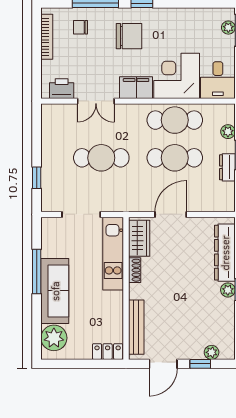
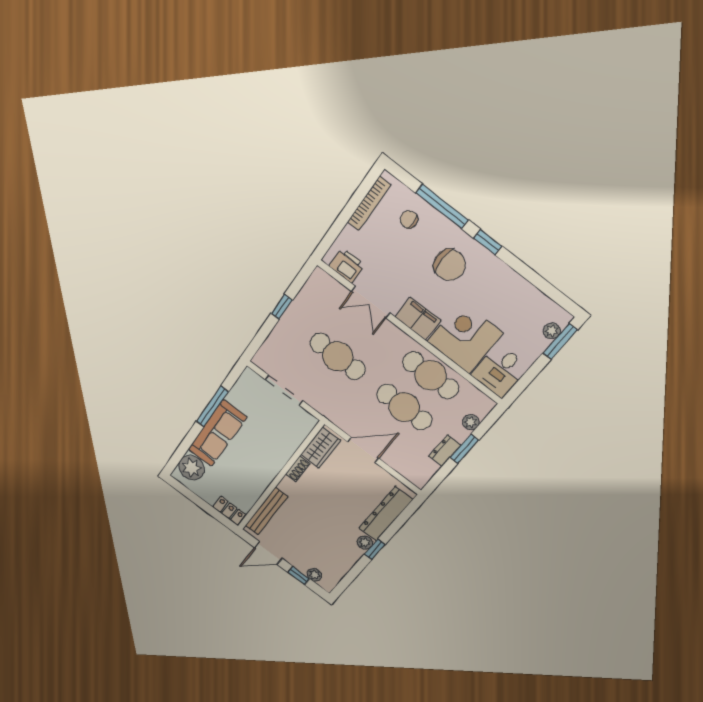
window: (37, 178) -> (282, 307), moved
kitchen unit: (113, 254) -> (289, 442), removed

